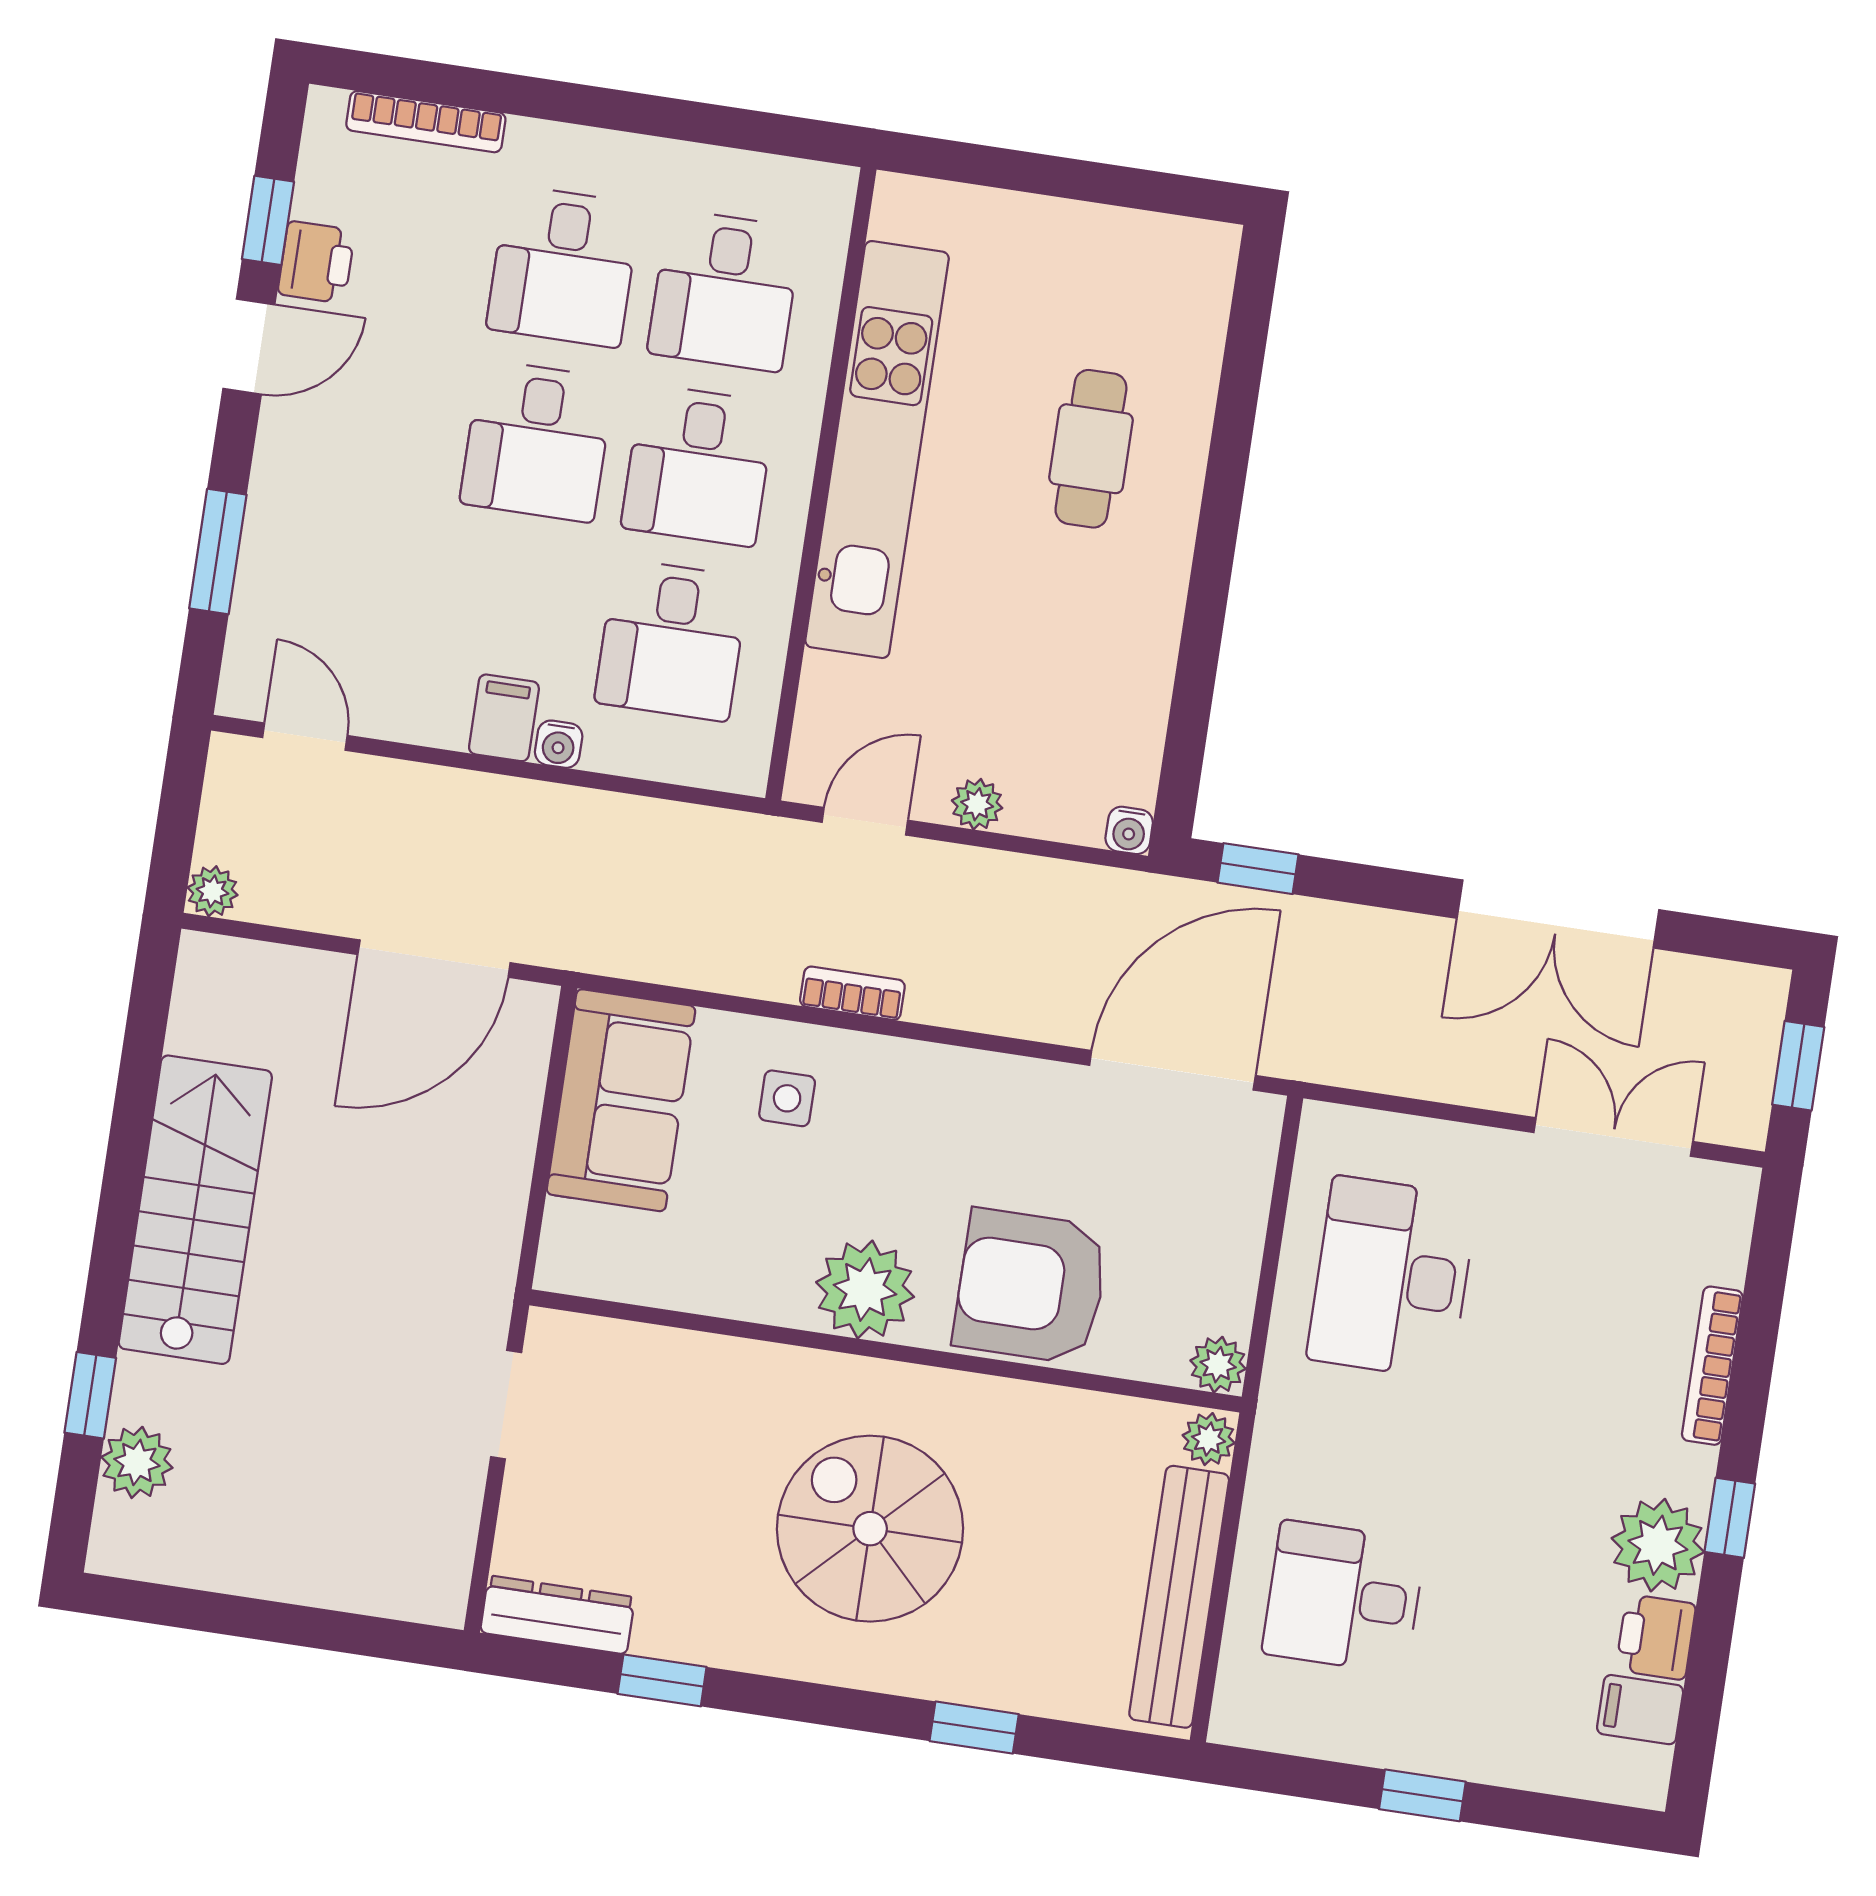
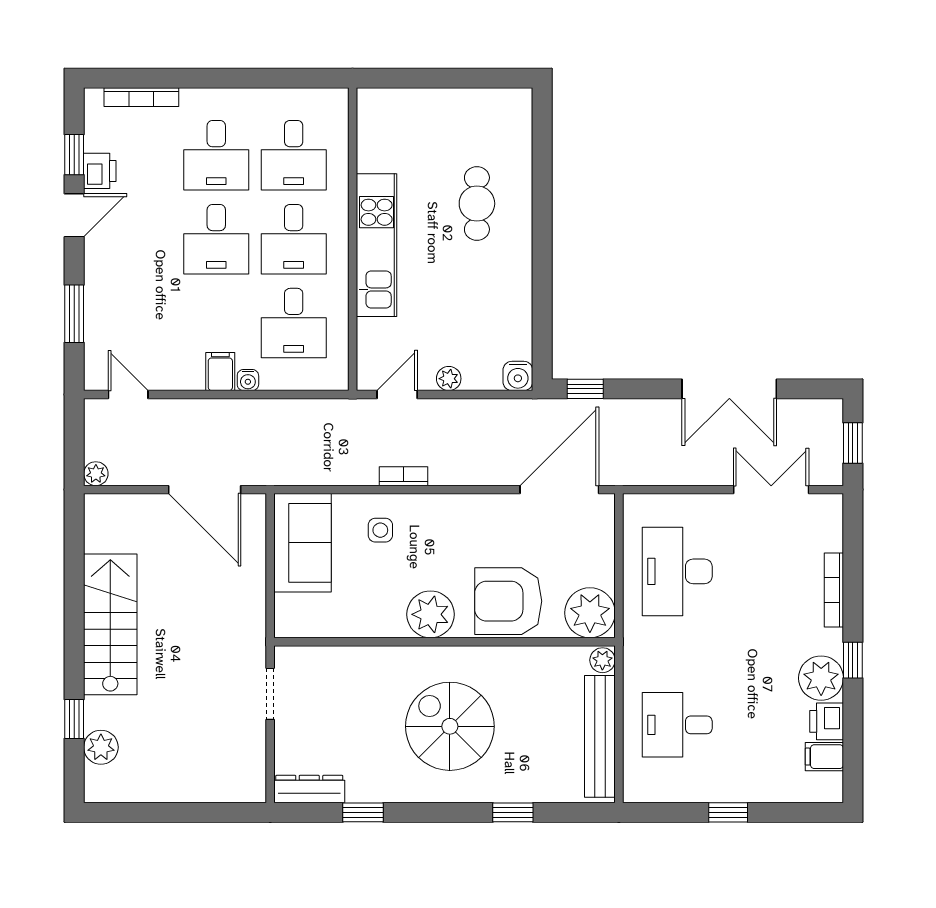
kitchen unit: (877, 450) -> (377, 245), width x0.73
water cooler: (1129, 830) -> (518, 376), width x1.38, depth x1.38
door: (434, 959) -> (205, 490), hinge flipped
plant: (1218, 1365) -> (590, 613), width x1.87, depth x1.87

